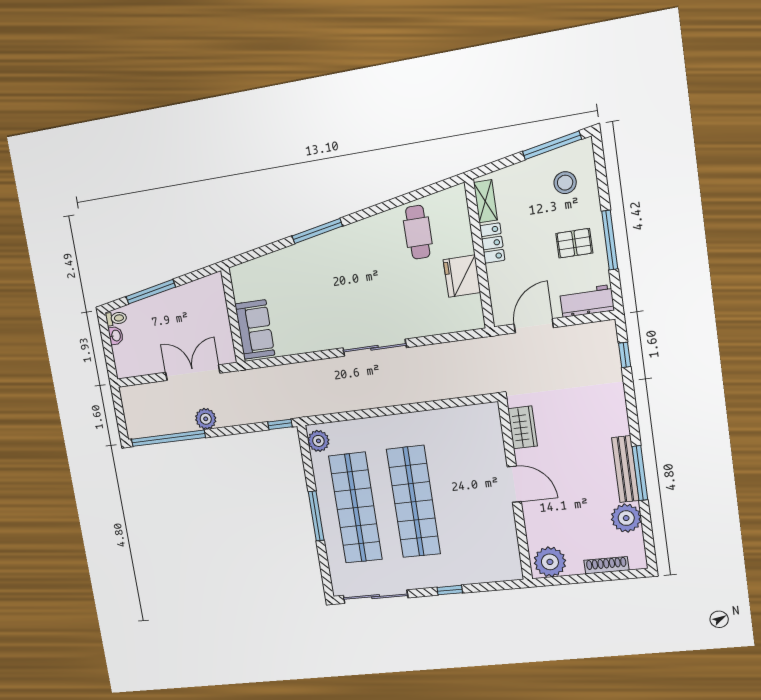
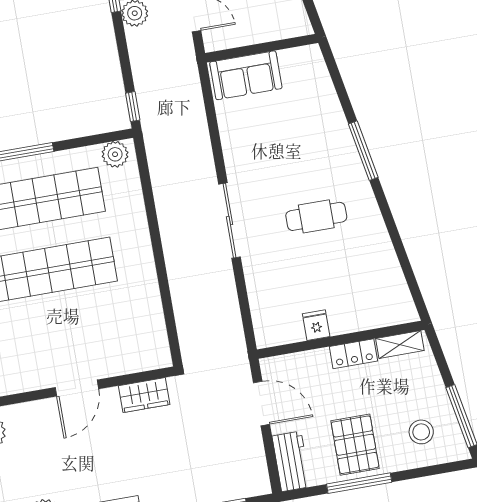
cafe table: (418, 232) -> (316, 216), moved
pallet: (574, 243) -> (355, 445), width x1.50, depth x1.42
fridge: (462, 276) -> (316, 325), width x0.53, depth x0.75

